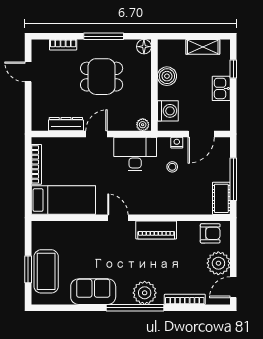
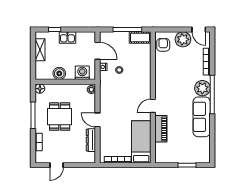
desk: (135, 154) -> (111, 94), removed
piano: (156, 230) -> (161, 129), moved
coffee table: (46, 271) -> (188, 153), removed
sofa: (93, 292) -> (202, 117), width x1.36

